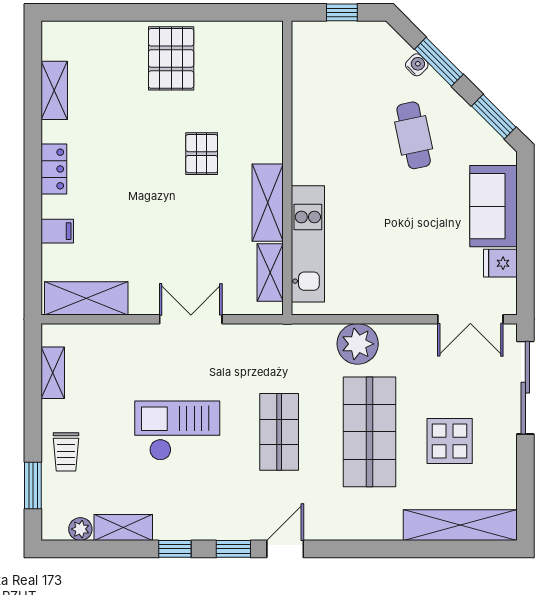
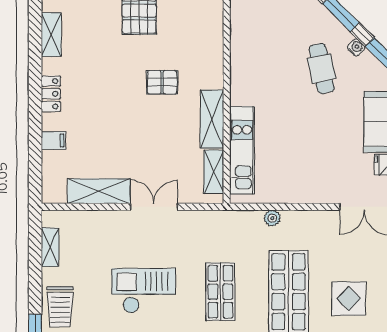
water cooler: (417, 65) -> (356, 47), moved
pallet: (202, 154) -> (162, 82), turned 90
shelving: (86, 298) -> (99, 191), moved
plant: (358, 344) -> (272, 218), width x0.53, depth x0.53
trolley: (66, 452) -> (60, 307), width x1.36, depth x1.39

